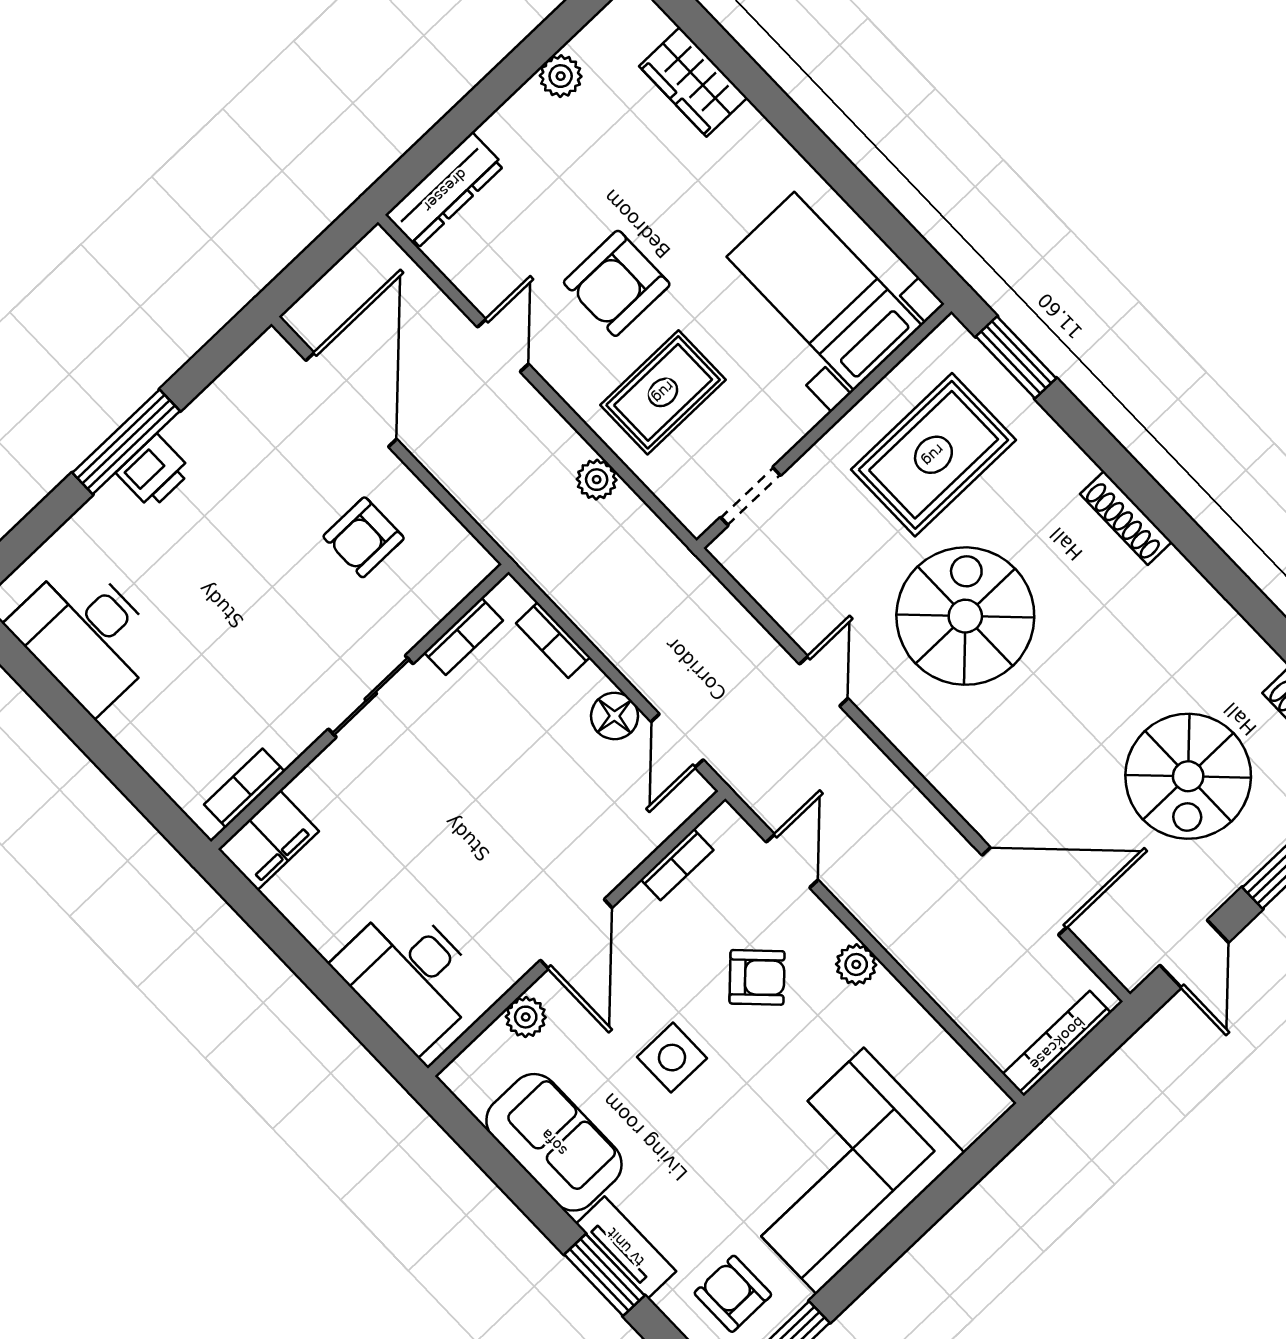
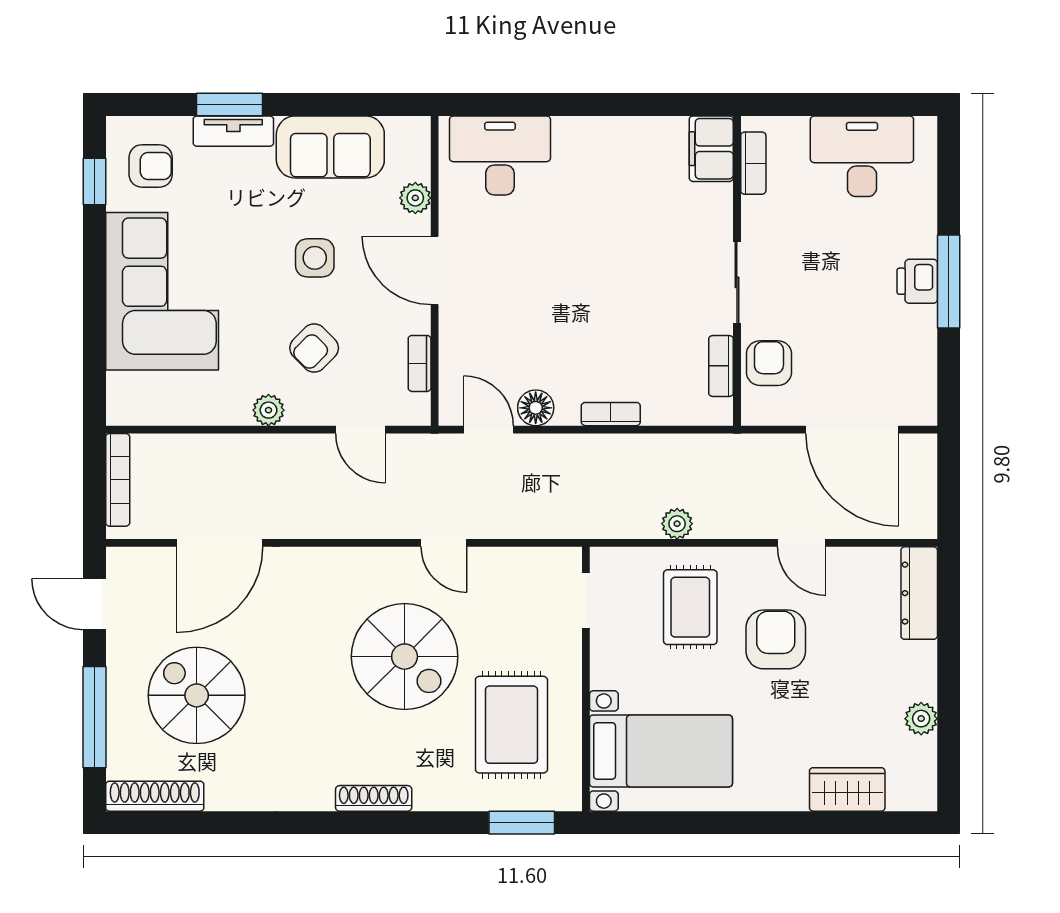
bookcase: (464, 636) -> (721, 366), moved
sliding door: (371, 696) -> (737, 282), moved
wall: (360, 707) -> (737, 271), moved
bookcase: (244, 788) -> (753, 163), moved
filing cabinet: (268, 840) -> (711, 149), moved

